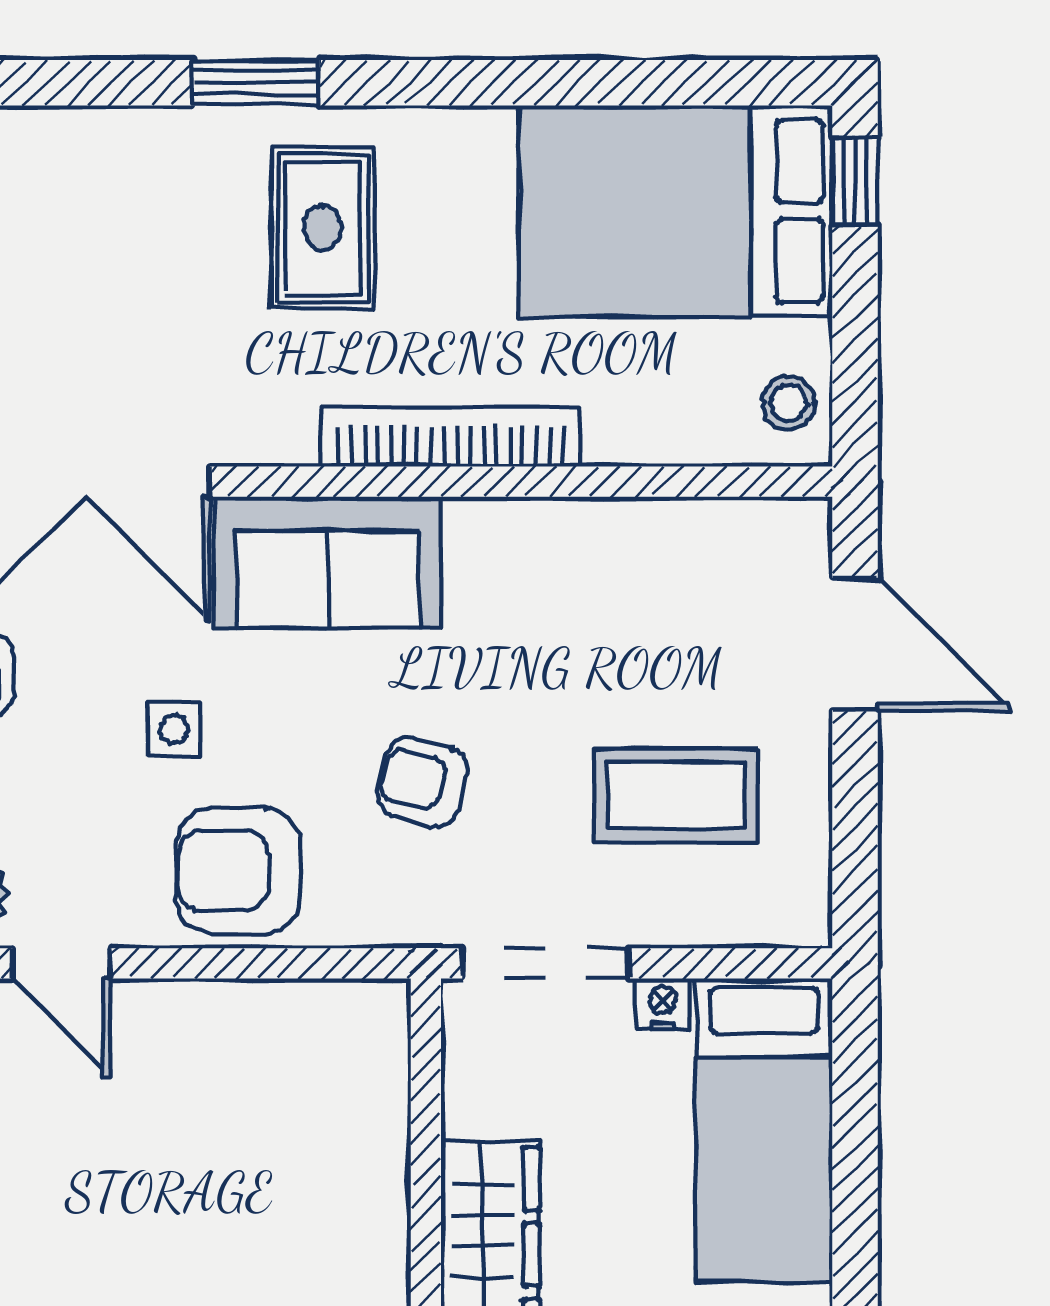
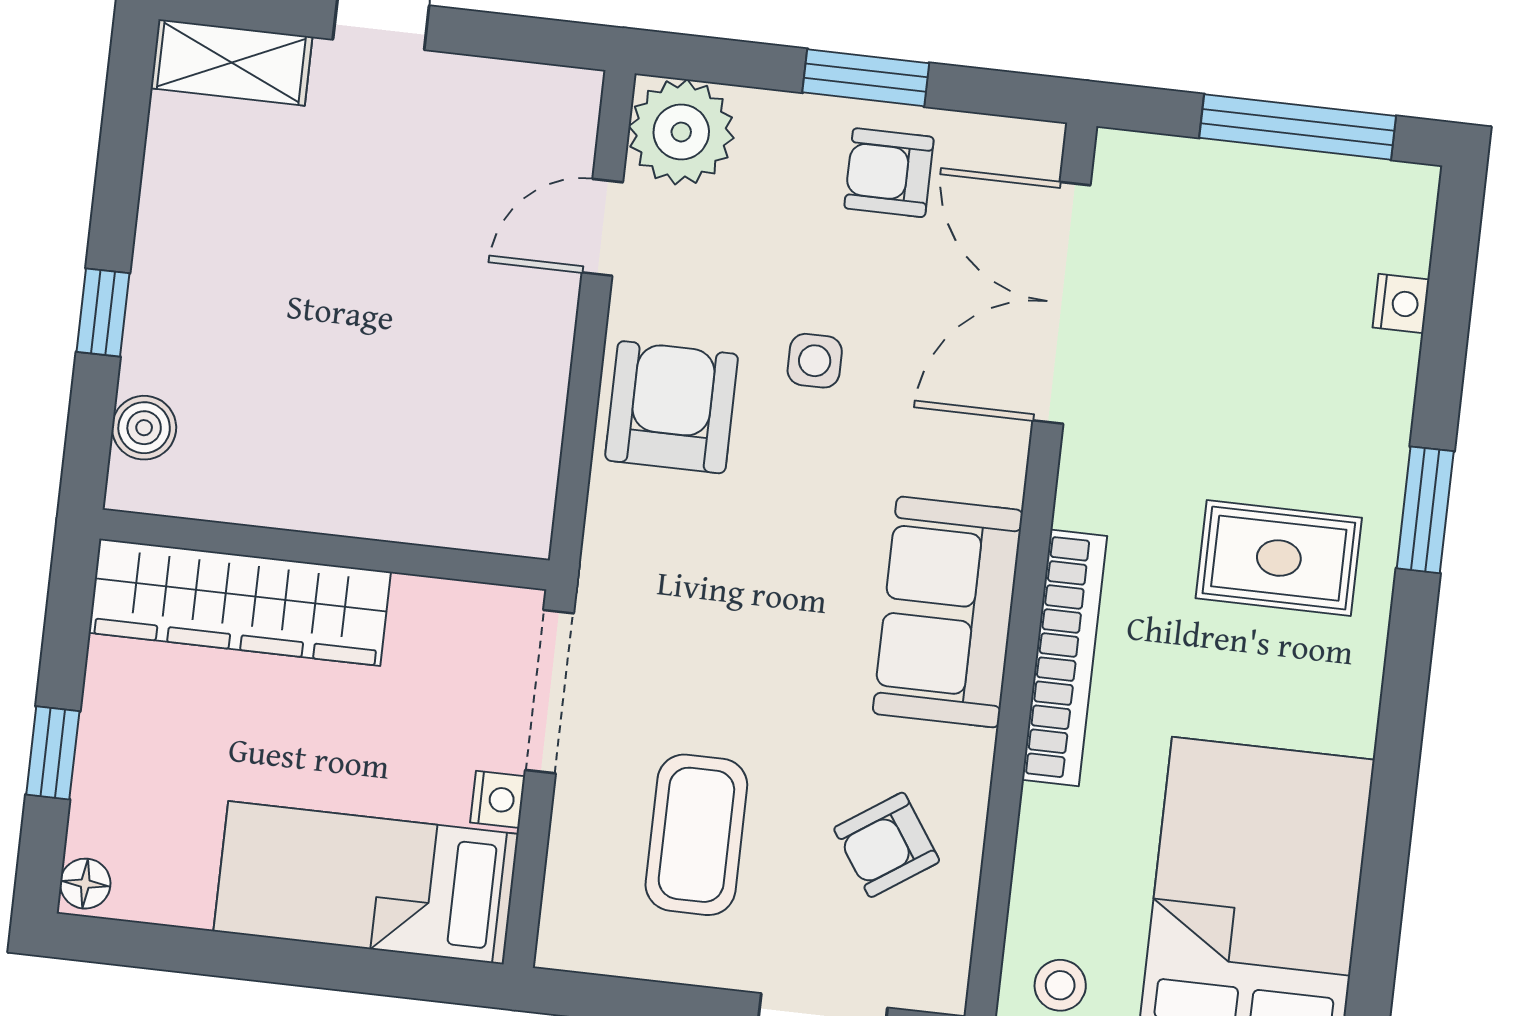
nightstand: (46, 132) -> (1401, 304), added
sofa: (328, 562) -> (948, 612), moved
armchair: (423, 782) -> (887, 845), moved, turned -139

